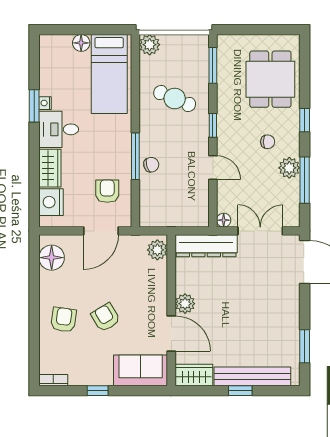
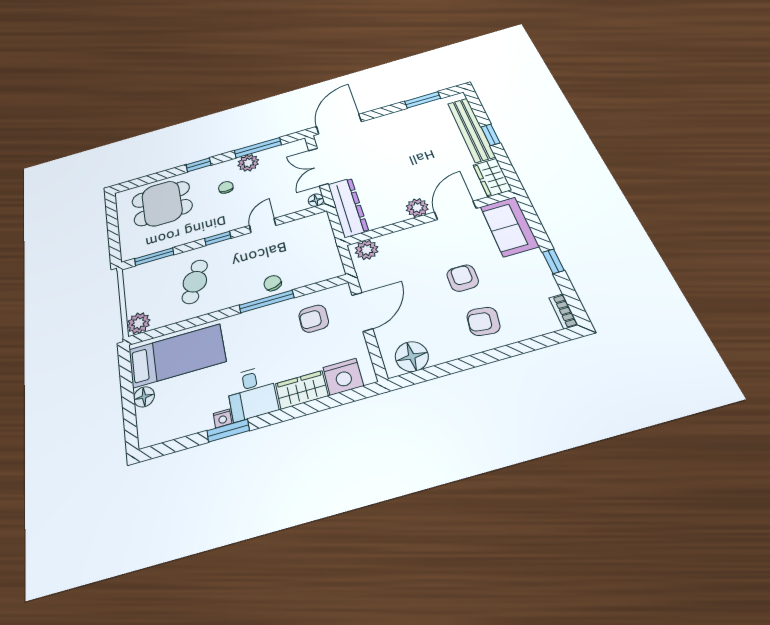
door: (101, 231) -> (362, 312), hinge flipped
armchair: (106, 317) -> (463, 278), turned 121

